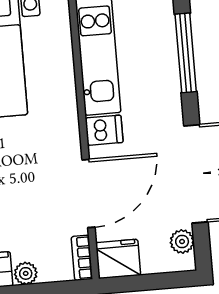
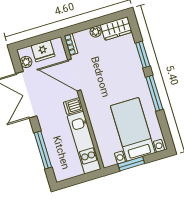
door: (88, 194) -> (74, 75), hinge flipped
fridge: (118, 259) -> (43, 51), moved

